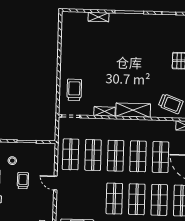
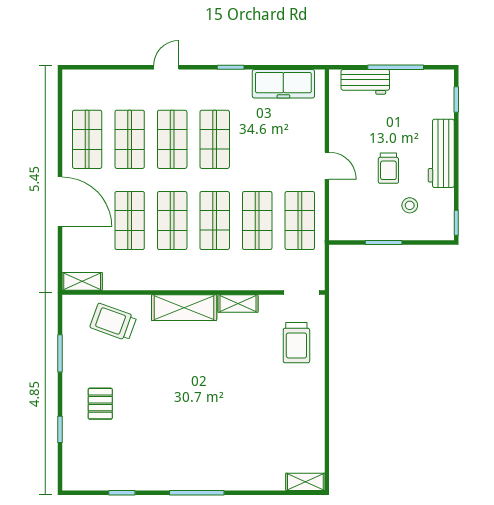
shelving: (99, 17) -> (305, 482), moved

